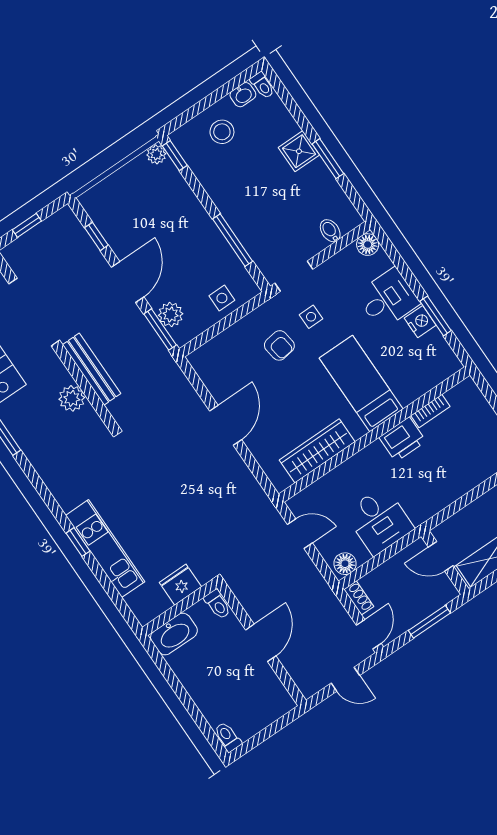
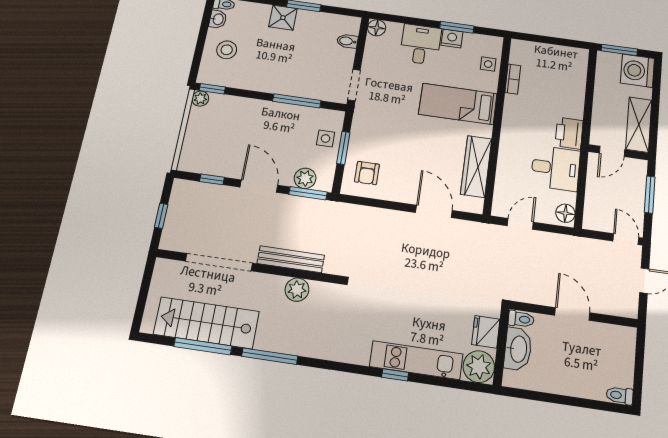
side table: (311, 317) -> (488, 64), moved
window: (228, 321) -> (343, 148), added
armchair: (279, 345) -> (367, 173), moved, turned 98
door: (226, 425) -> (434, 211), moved
printer: (402, 439) -> (569, 133), moved, turned 180
shoe rack: (359, 598) -> (596, 224), removed
plant: (146, 604) -> (479, 367), added
washbasin: (174, 634) -> (518, 349), moved

